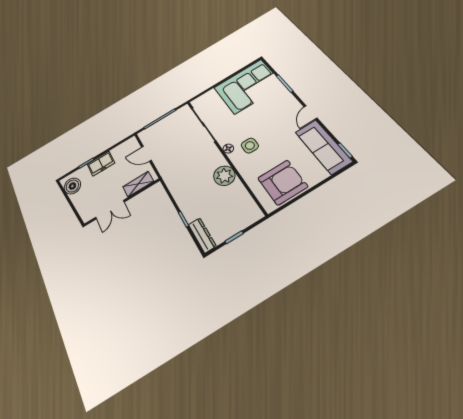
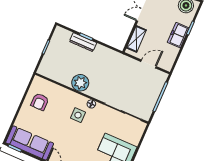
armchair: (283, 182) -> (40, 102), width x0.53, depth x0.53
dresser: (202, 235) -> (83, 42), moved

